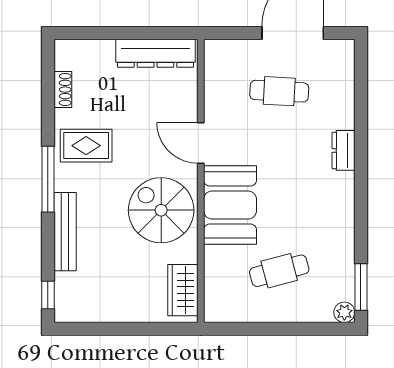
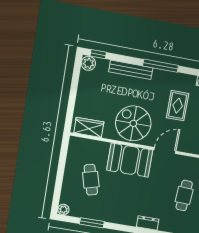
rug: (86, 146) -> (178, 106), moved
spiral stairs: (161, 210) -> (133, 123), turned -90
window: (361, 287) -> (92, 223), moved
plant: (67, 310) -> (88, 63), added

